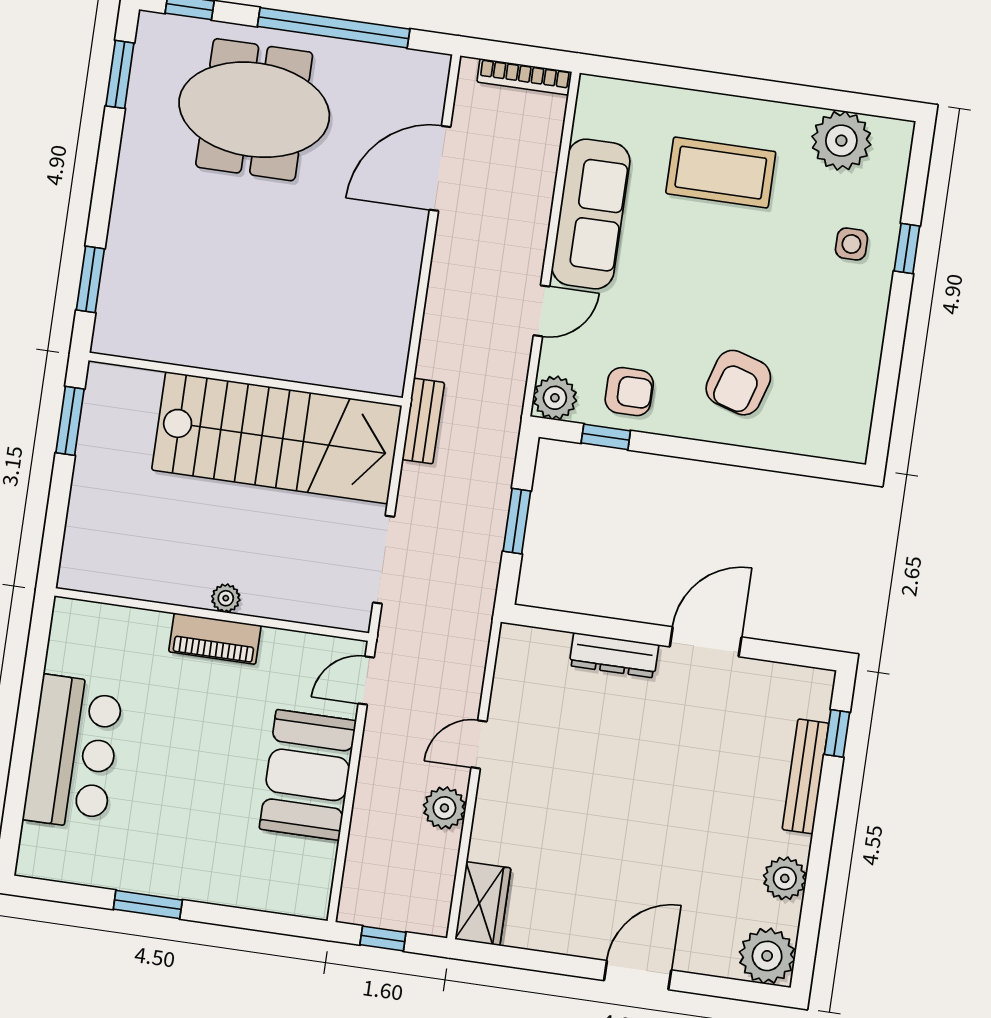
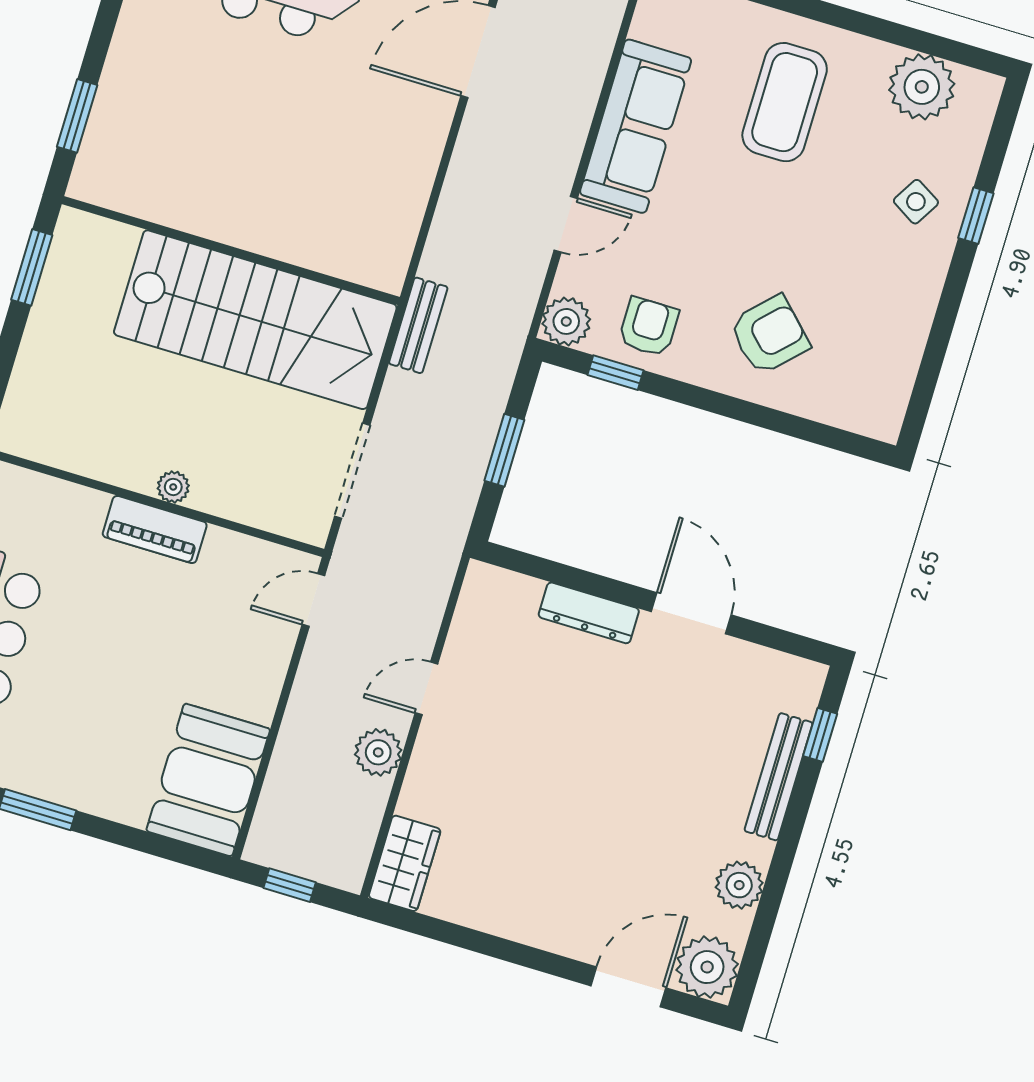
coffee table: (721, 173) -> (785, 102), turned 90
side table: (851, 244) -> (916, 202), turned 31
armchair: (738, 383) -> (769, 335), turned -152
armchair: (629, 392) -> (649, 327), turned -90
door: (706, 642) -> (691, 613), hinge flipped
booth: (308, 775) -> (208, 780), moved
door: (638, 975) -> (629, 987), moved

